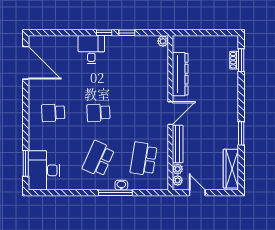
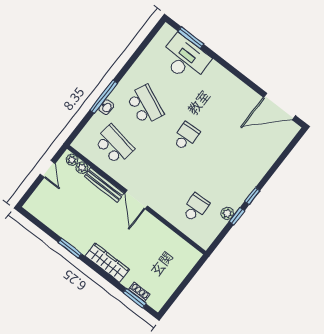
plant: (163, 41) -> (227, 213), moved
desk: (91, 50) -> (246, 173), removed
dresser: (180, 74) -> (164, 235), removed
school desk: (53, 113) -> (195, 208), moved
wardrobe: (231, 169) -> (107, 263), moved
desk: (44, 170) -> (185, 59), moved
door: (197, 193) -> (48, 169), hinge flipped

